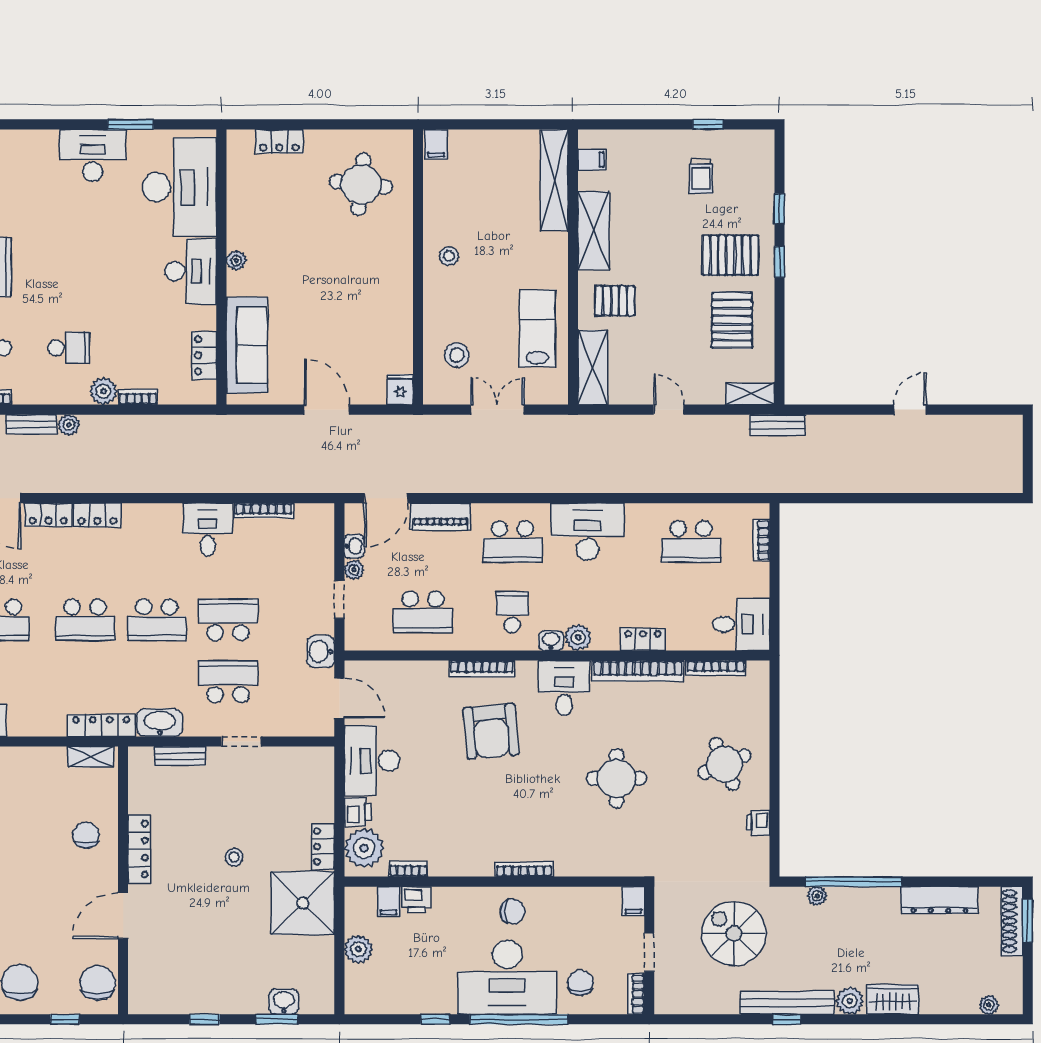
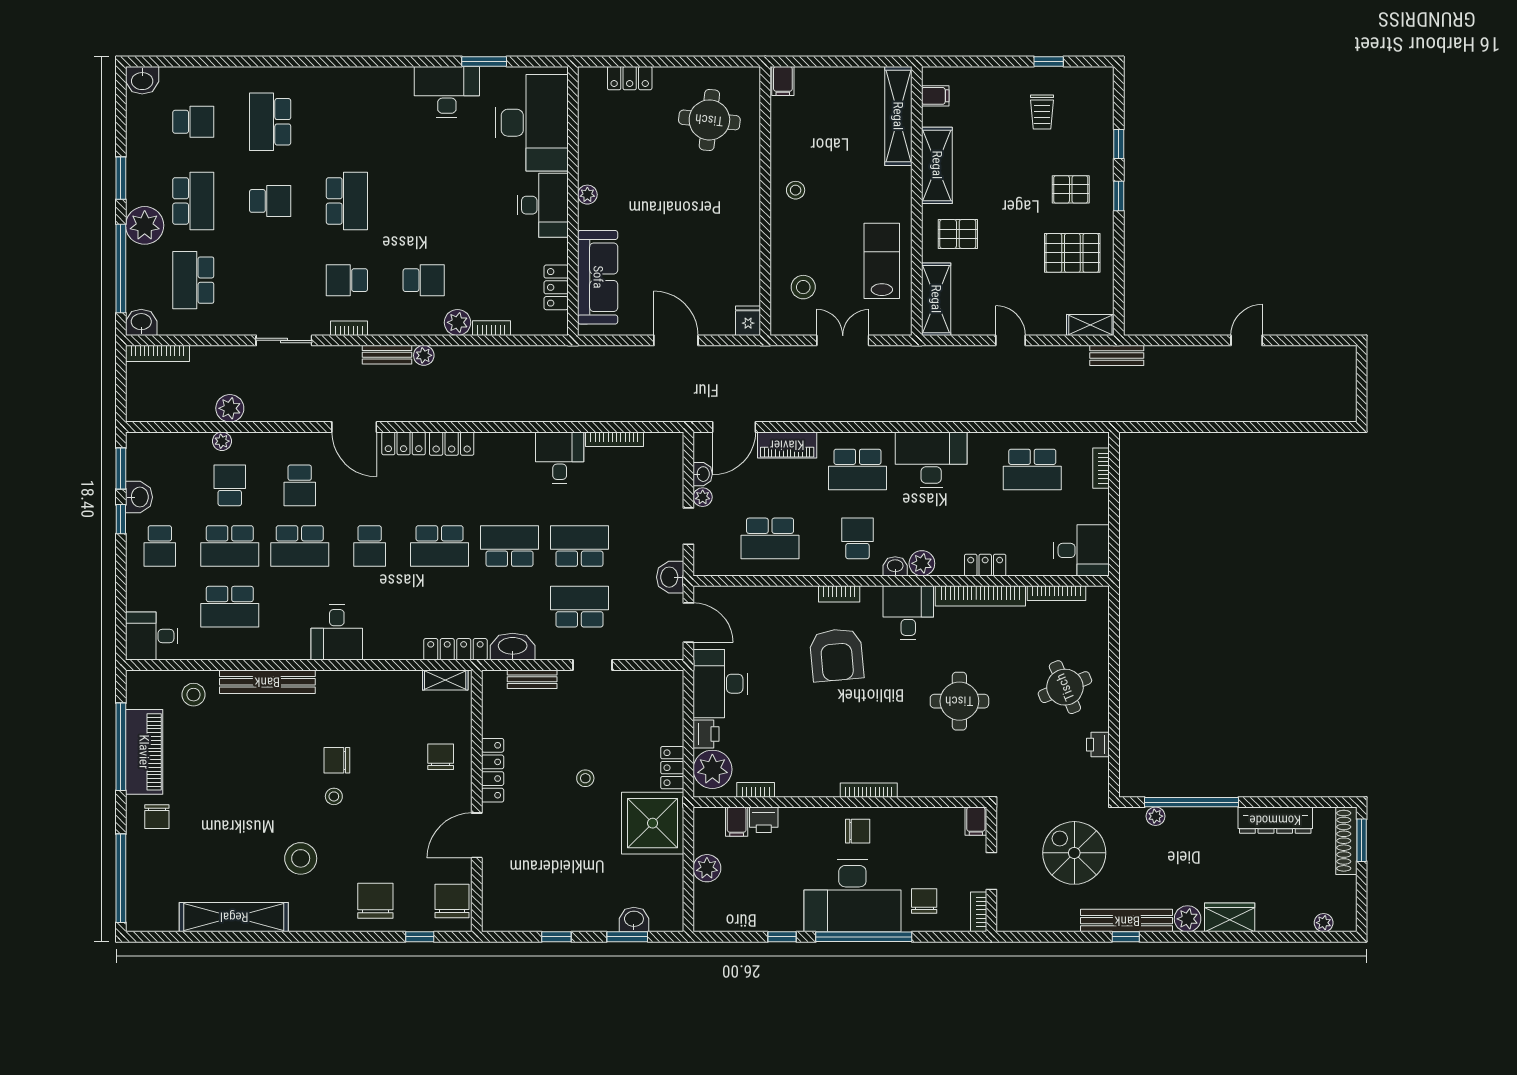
pallet: (730, 255) -> (1071, 189), width x0.67, depth x0.71
pallet: (732, 320) -> (1072, 253), turned 90
school desk: (157, 620) -> (510, 546), turned 180
bookcase: (482, 669) -> (839, 594), width x0.64

